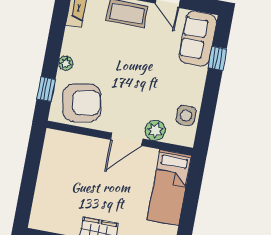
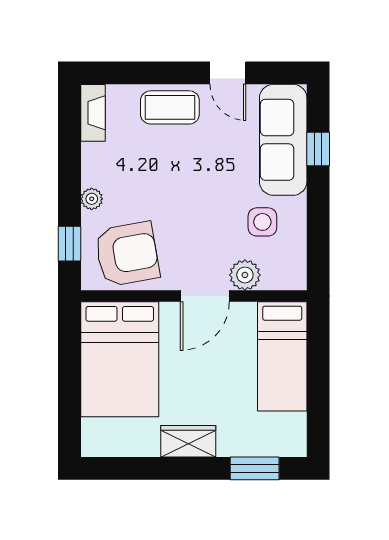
sofa: (198, 39) -> (283, 140), width x1.36
side table: (186, 115) -> (262, 222), moved
bed: (64, 170) -> (120, 359), added

